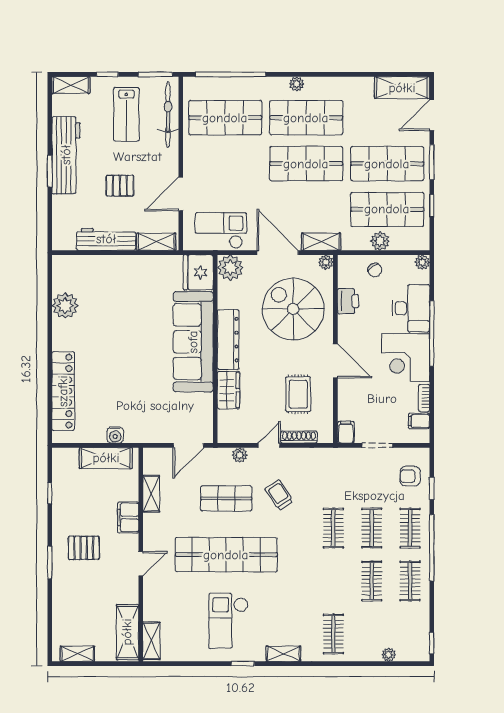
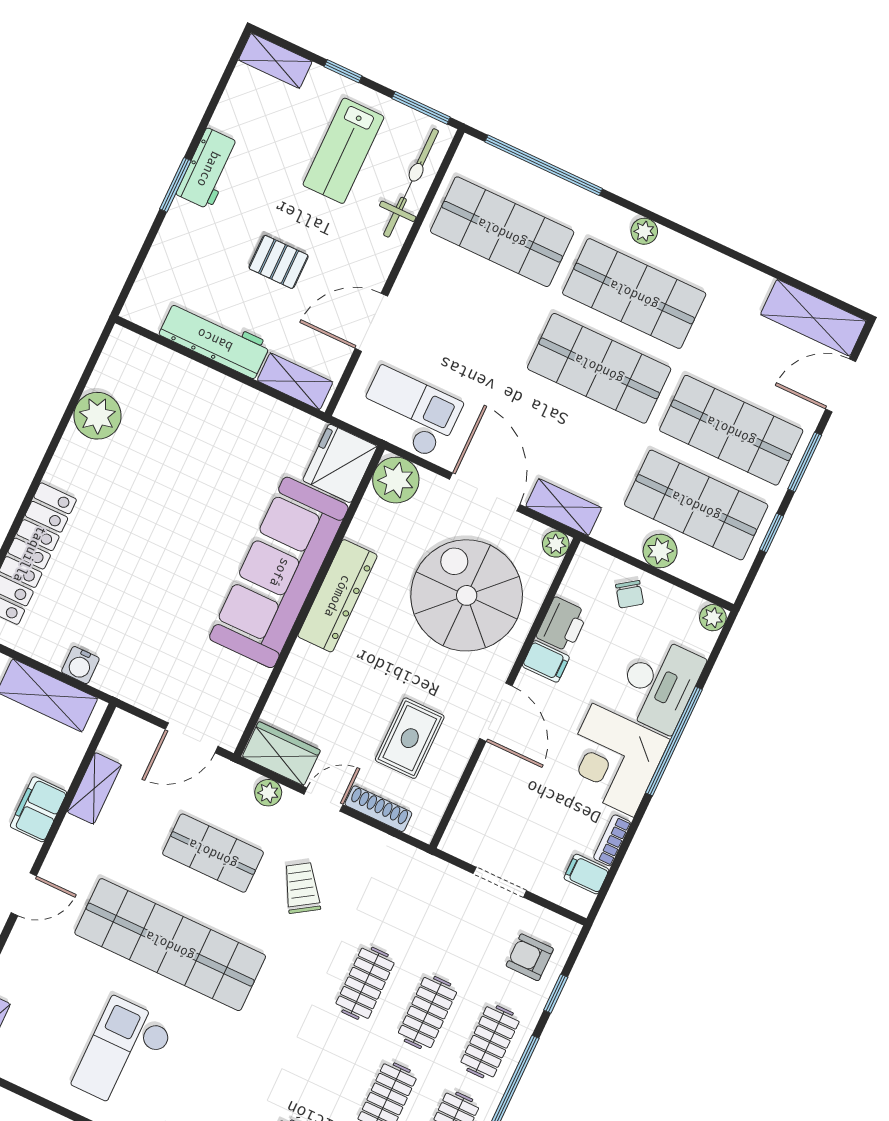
workbench: (66, 155) -> (208, 169), width x0.53, depth x0.76
wardrobe: (229, 390) -> (281, 754), moved, turned -90
filing cabinet: (346, 432) -> (546, 661), moved, turned 90

